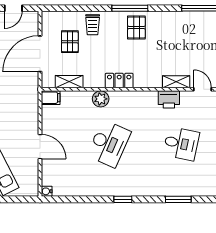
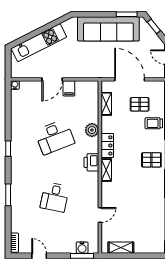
shelving: (176, 82) -> (106, 170), moved
filing cabinet: (51, 98) -> (69, 88), moved
printer: (169, 99) -> (91, 162), moved
desk: (109, 144) -> (55, 137), turned -45

